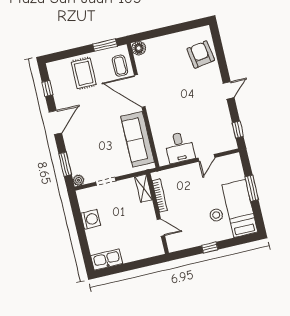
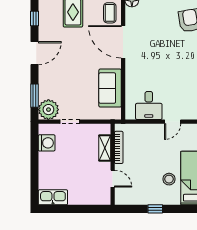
sofa: (138, 139) -> (110, 88), width x0.73
plant: (79, 180) -> (48, 110), width x1.88, depth x1.88
shelving: (144, 188) -> (105, 148), moved
washing machine: (91, 219) -> (47, 143), moved

